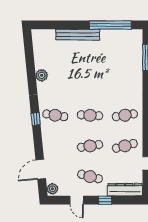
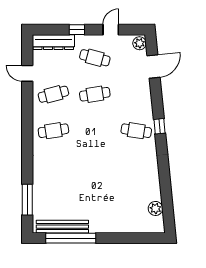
bench: (78, 35) -> (62, 227), moved
plant: (42, 75) -> (155, 208), moved
cafe table: (90, 115) -> (95, 131), removed
door: (77, 200) -> (111, 30), hinge flipped

